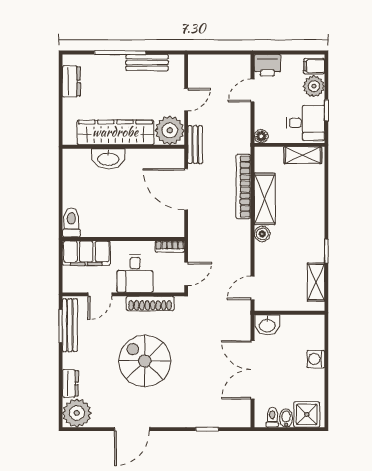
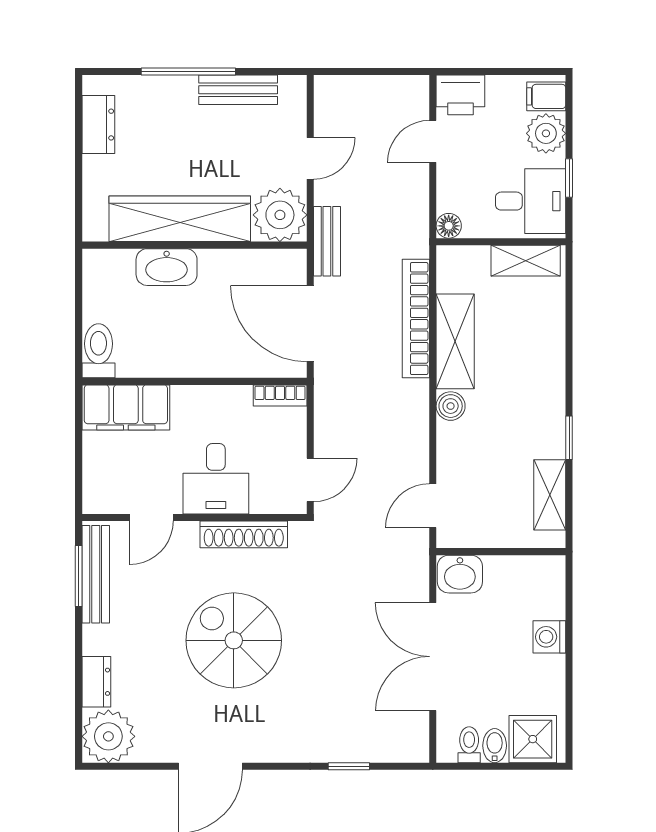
toilet: (71, 222) -> (98, 351), moved
wall: (123, 239) -> (194, 381), moved
bookcase: (170, 247) -> (280, 395), moved
filing cabinet: (86, 253) -> (126, 407), moved

